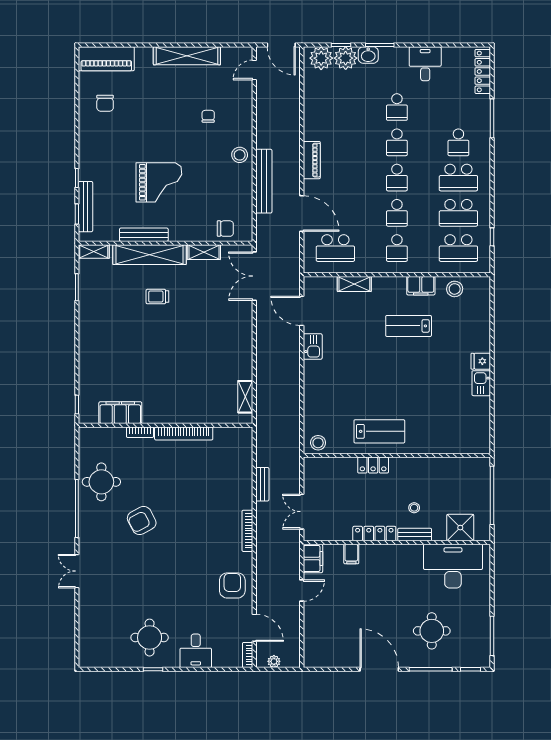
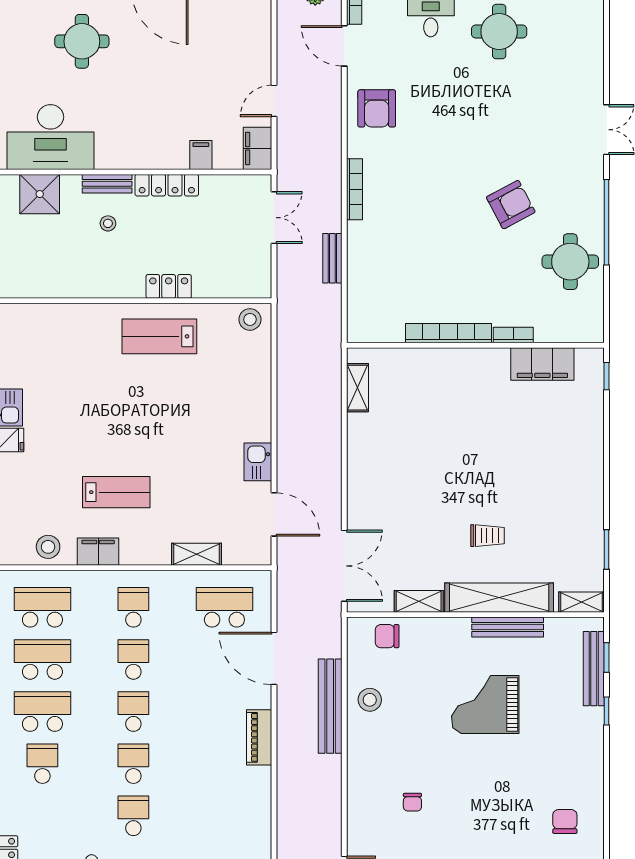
stool: (240, 155) -> (370, 700), moved

